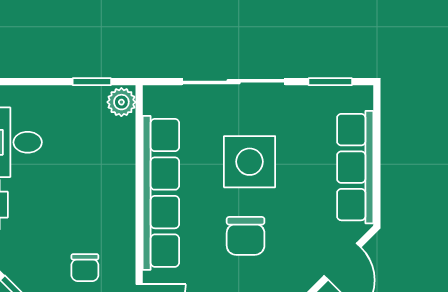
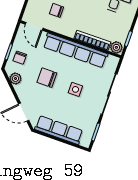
bookcase: (125, 162) -> (92, 40), added
side table: (250, 162) -> (75, 89), width x0.54, depth x0.54

